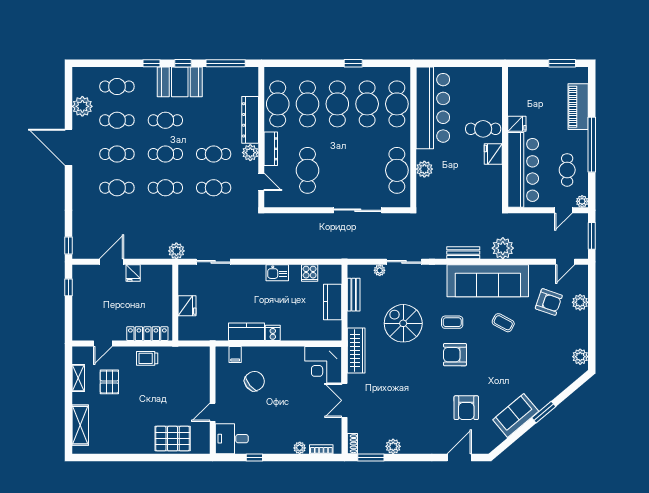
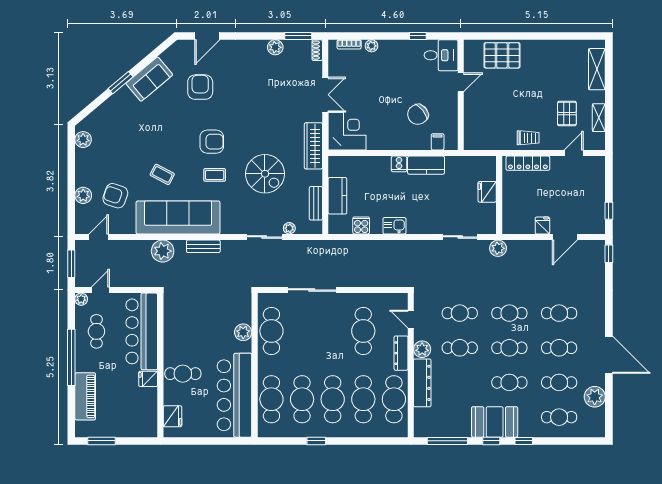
fridge: (493, 154) -> (172, 416), moved

